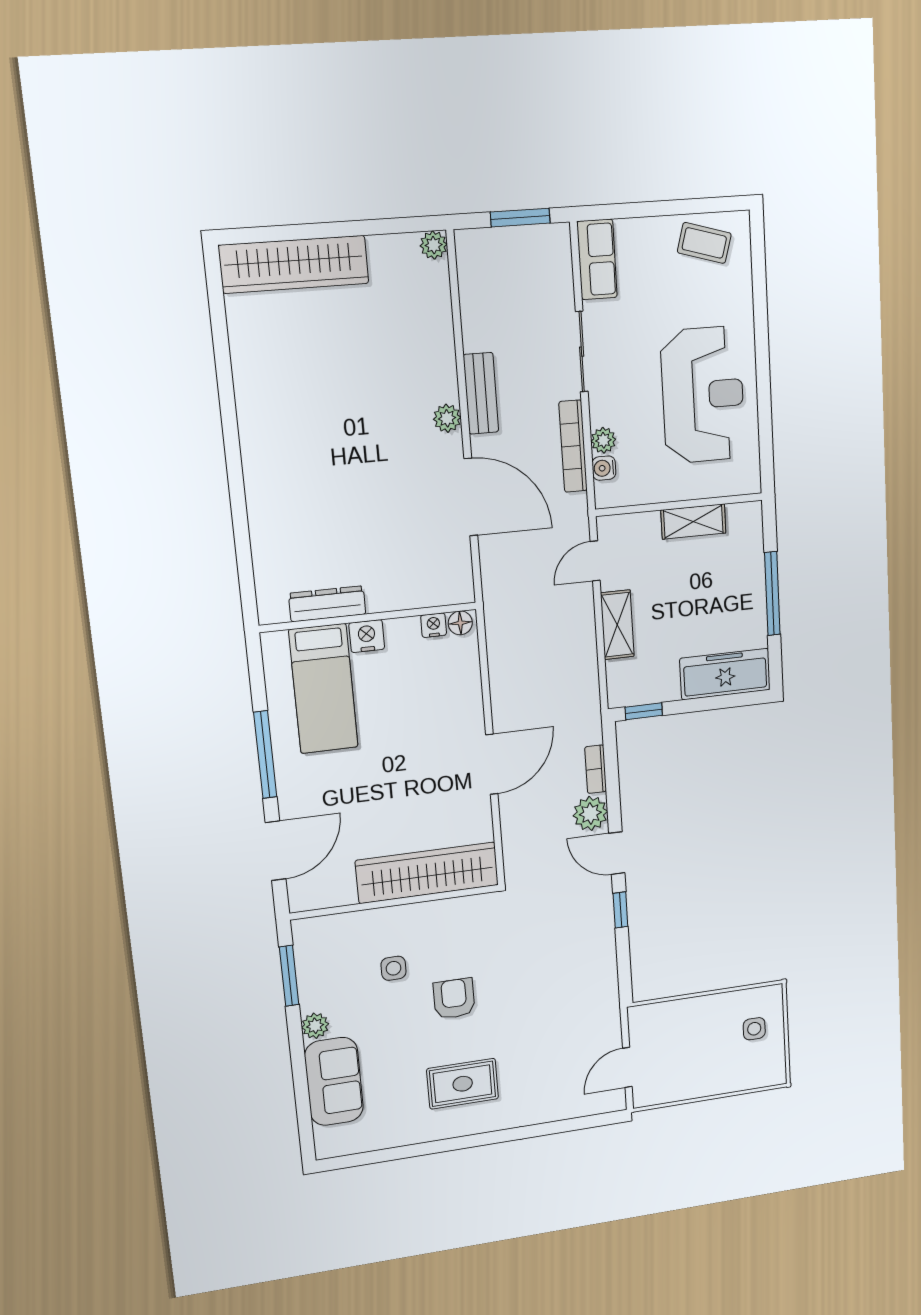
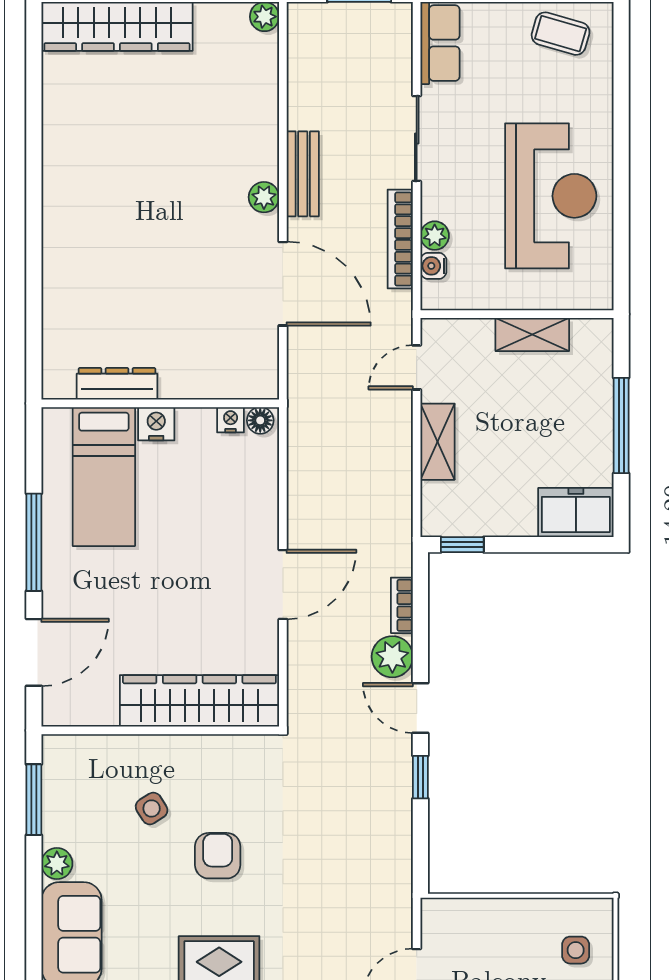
freezer: (725, 674) -> (576, 513), width x0.71
side table: (394, 968) -> (152, 808), turned -32

